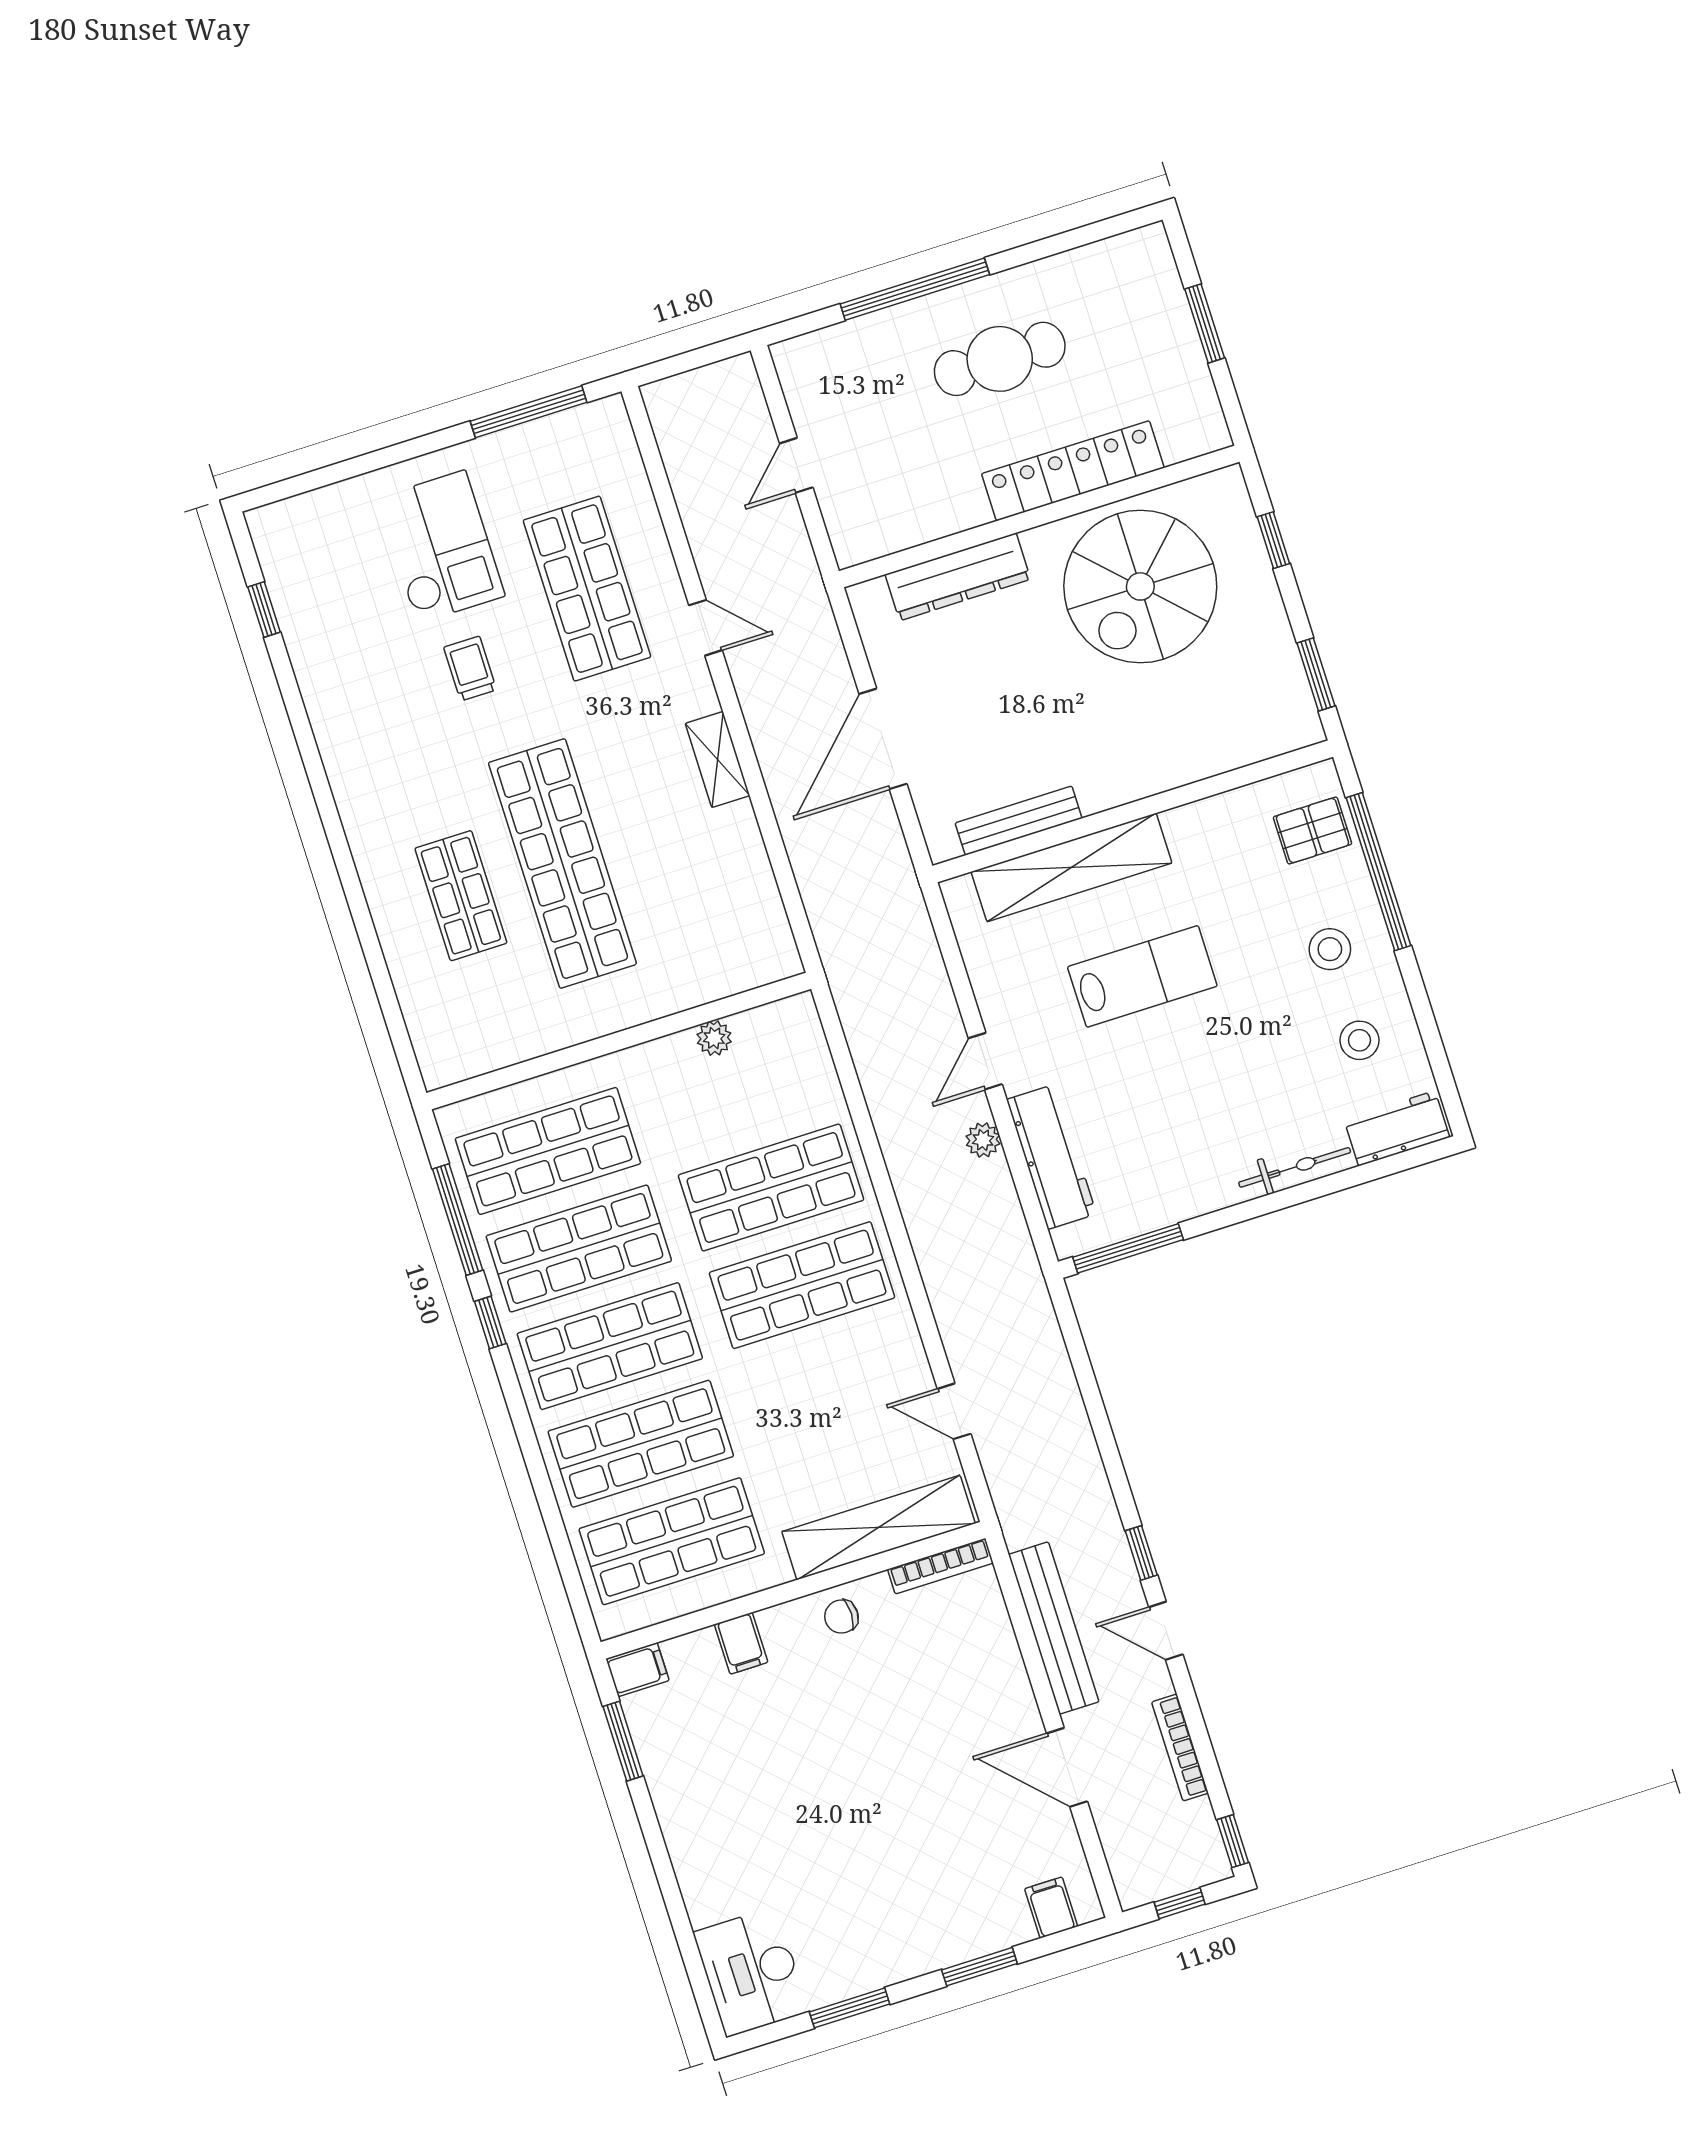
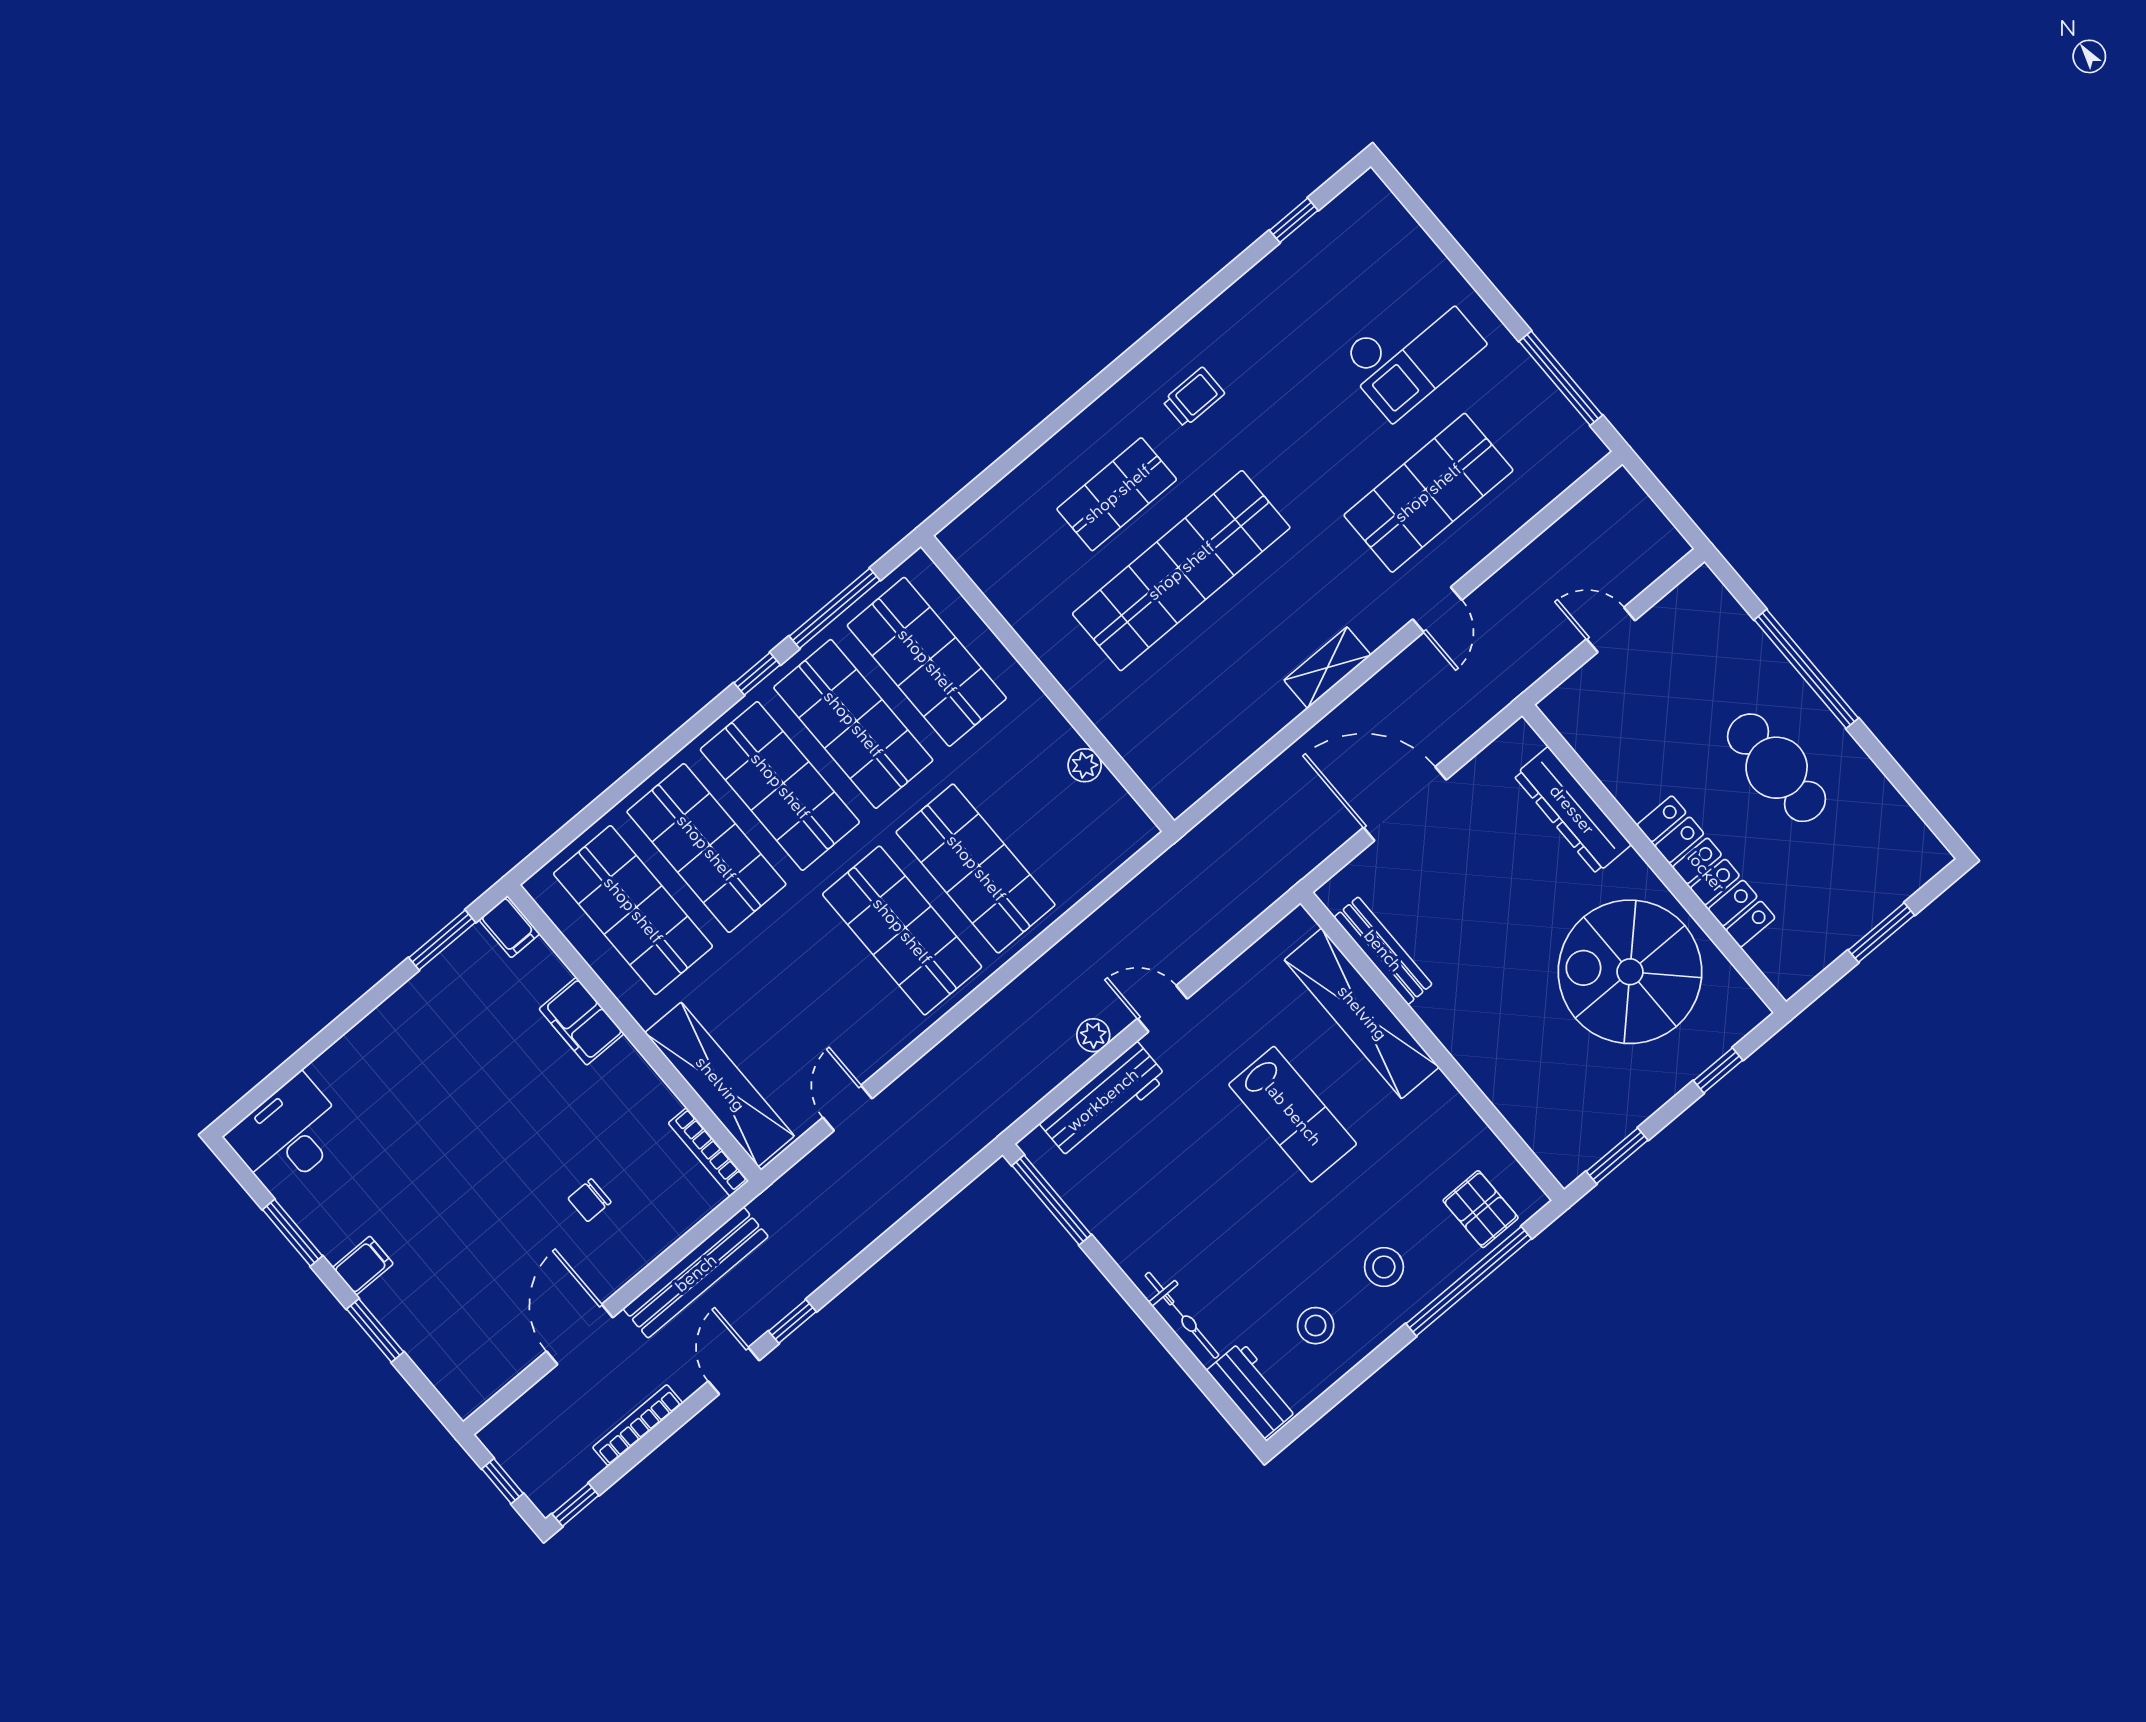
trolley: (470, 669) -> (1194, 397), moved
chair: (841, 1617) -> (590, 1200), moved, turned -90
filing cabinet: (741, 1643) -> (582, 1021), width x2.00
filing cabinet: (1051, 1908) -> (363, 1266), moved

